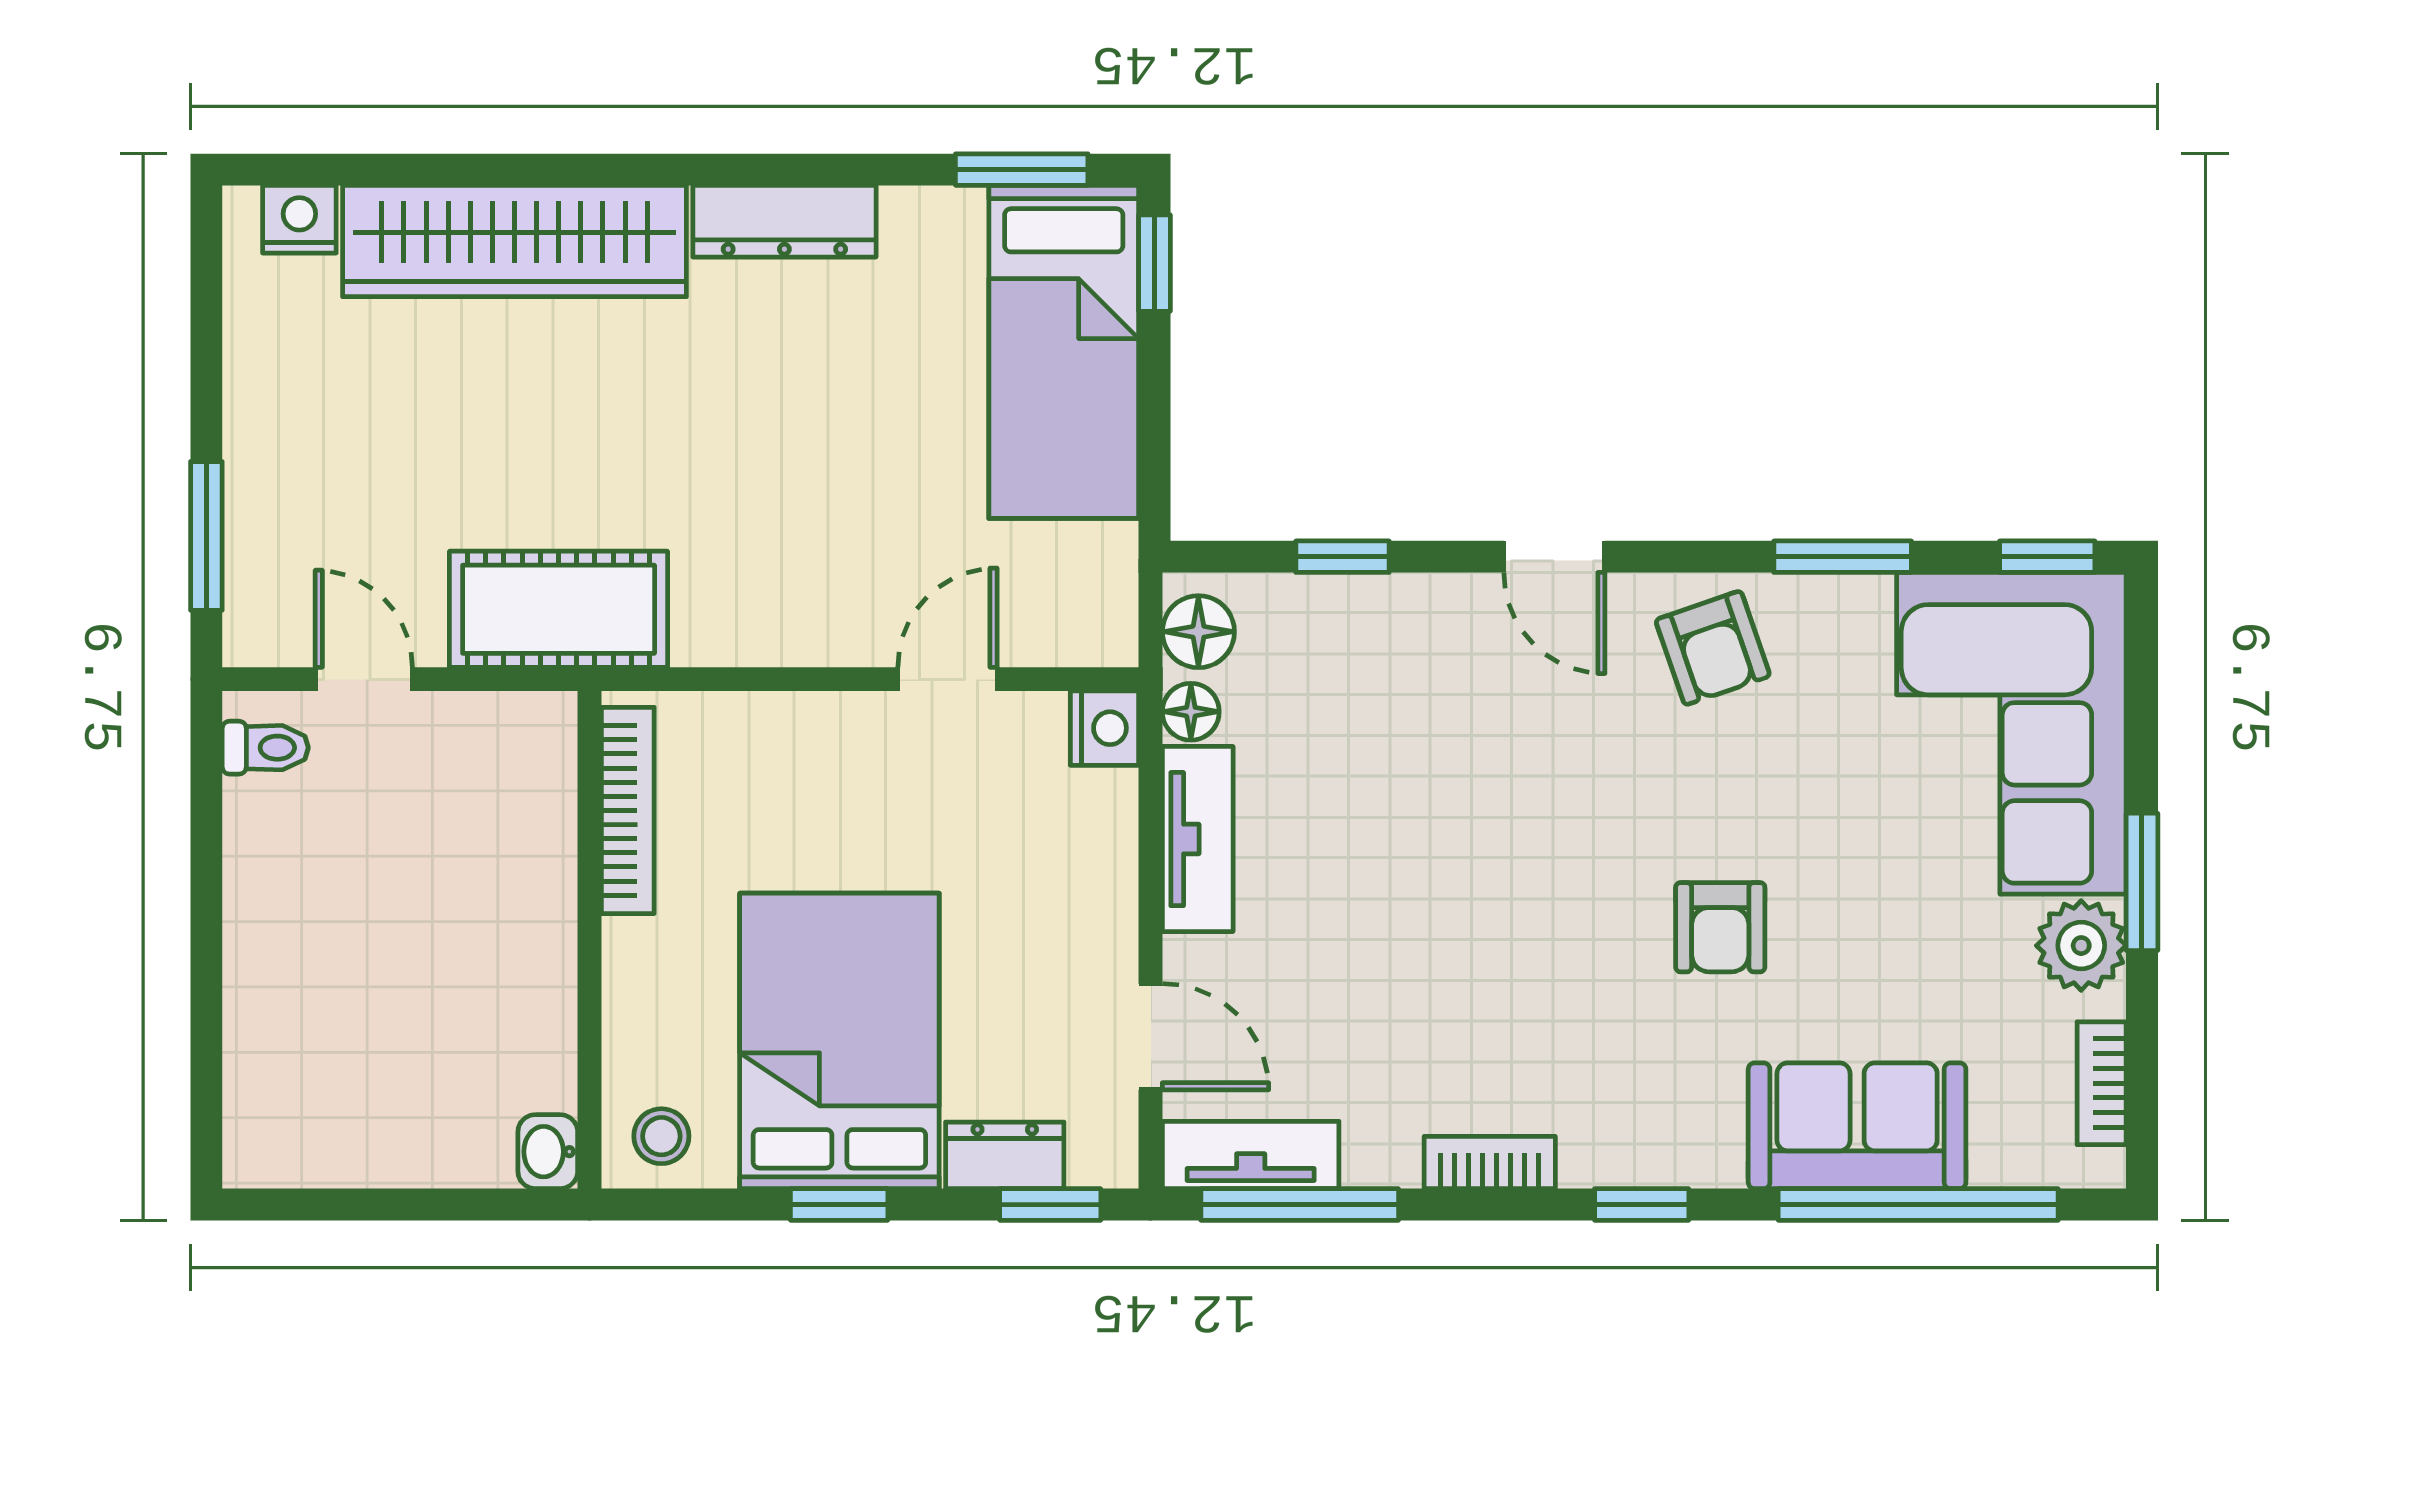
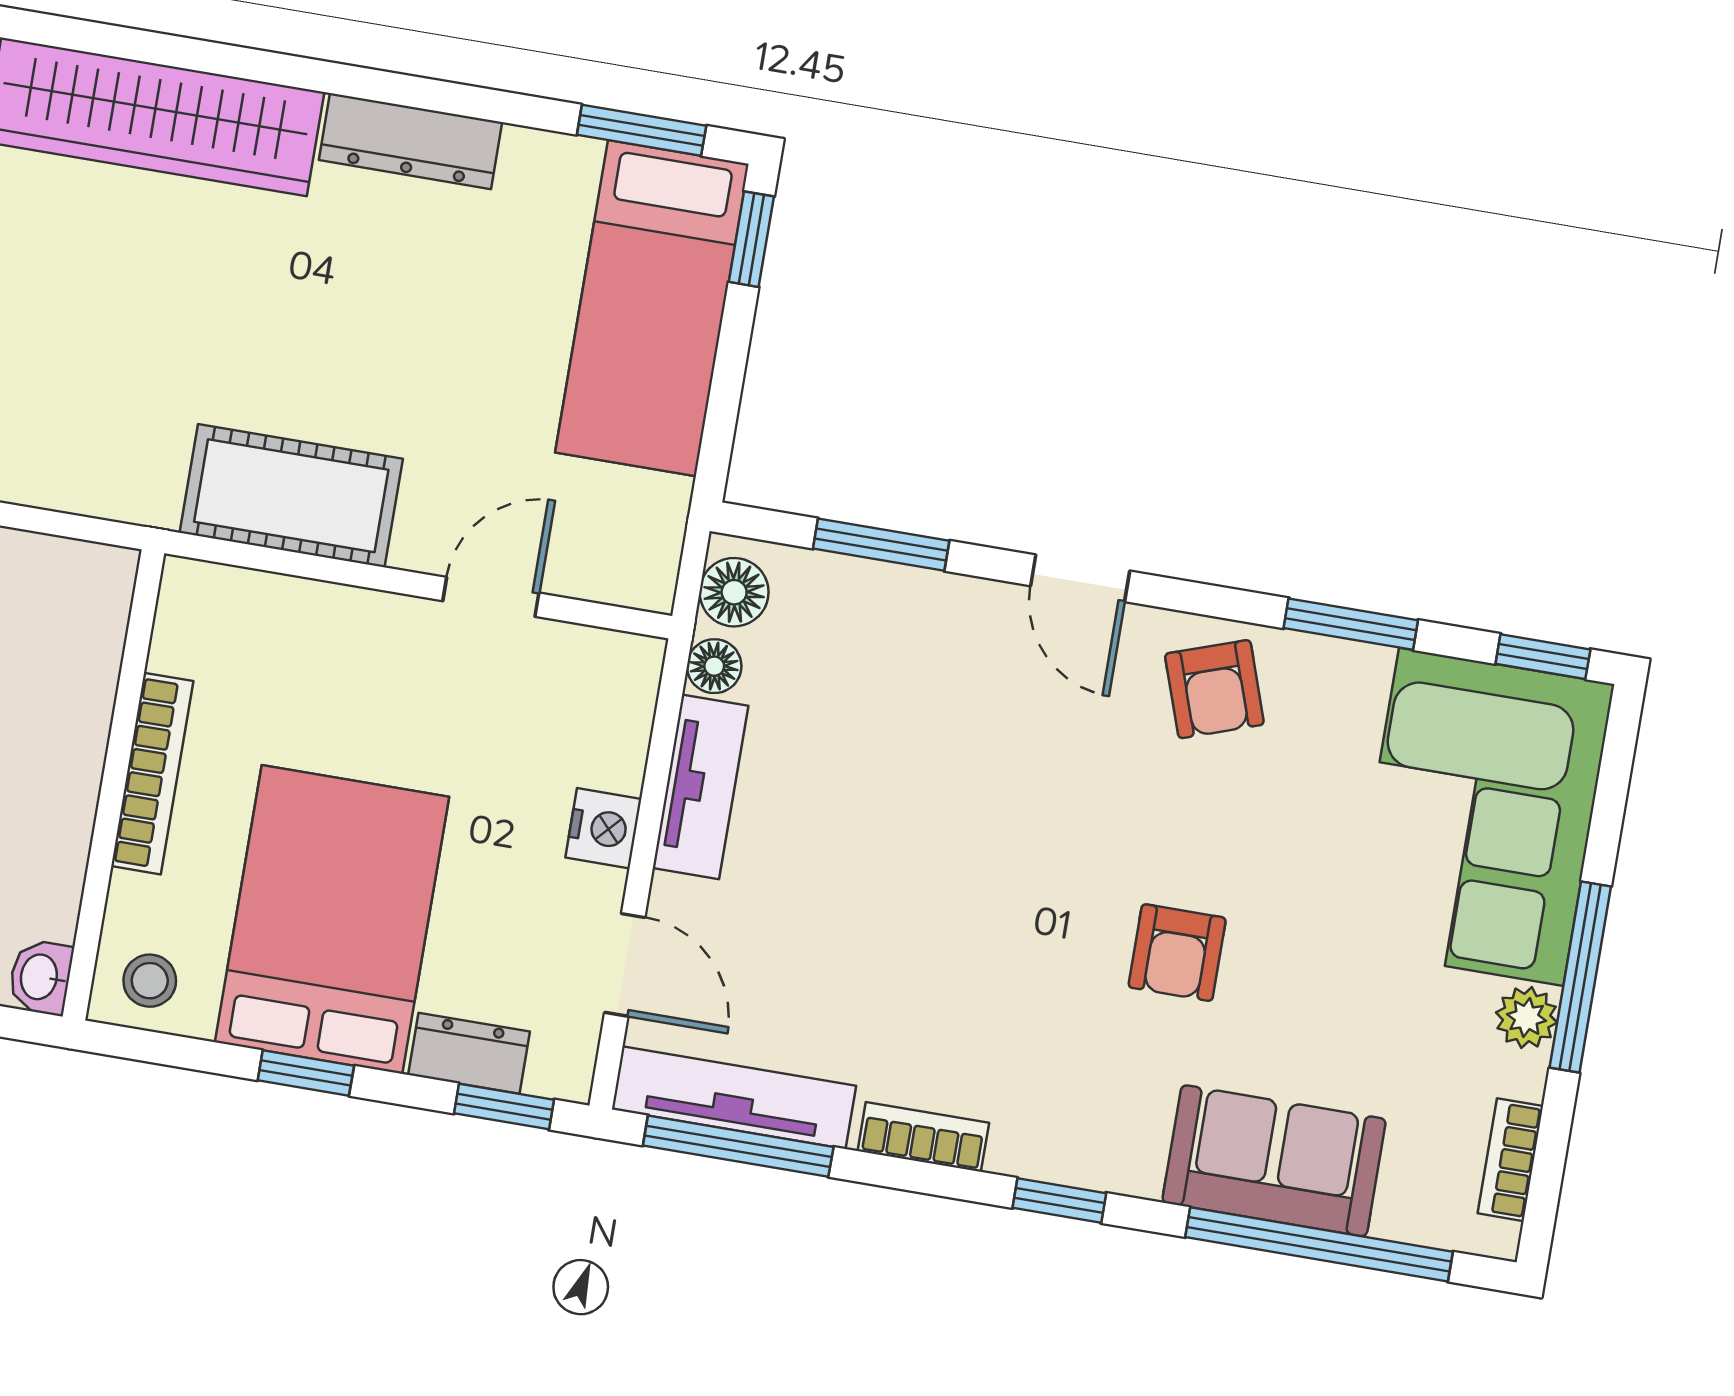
window: (1342, 557) -> (881, 545), width x1.50
cot: (559, 609) -> (291, 496), moved
nightstand: (1104, 728) -> (603, 828), moved
bookcase: (628, 810) -> (152, 774), moved
window: (2142, 882) -> (1580, 977), width x1.44
plant: (2081, 946) -> (1527, 1018), width x0.73, depth x0.73
tv unit: (1251, 1155) -> (734, 1098), width x1.41

